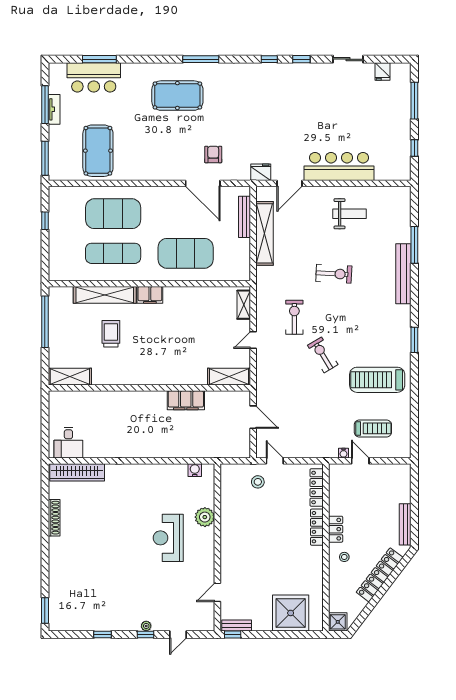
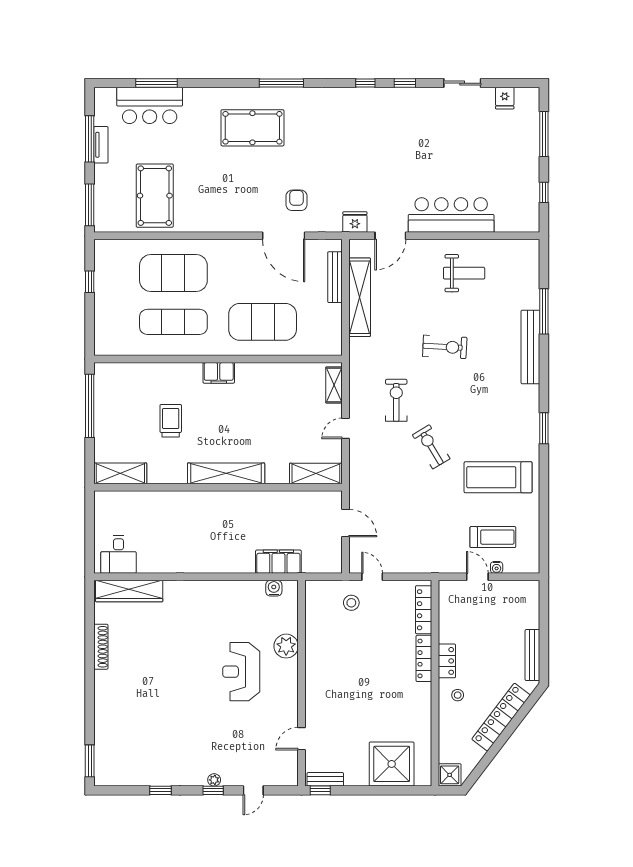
shelving: (105, 295) -> (226, 473), moved
filing cabinet: (186, 400) -> (278, 562), moved, turned 180
water cooler: (343, 453) -> (497, 567), moved

